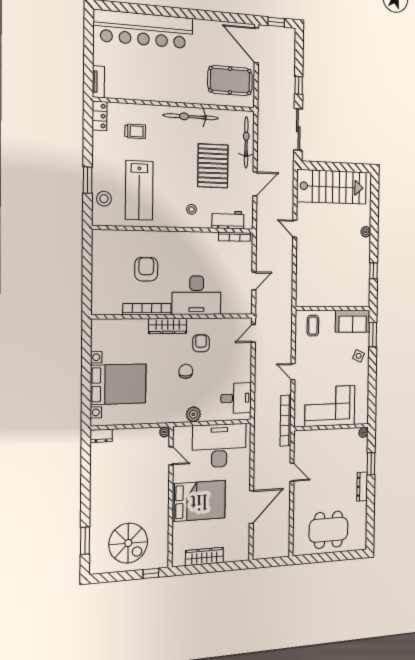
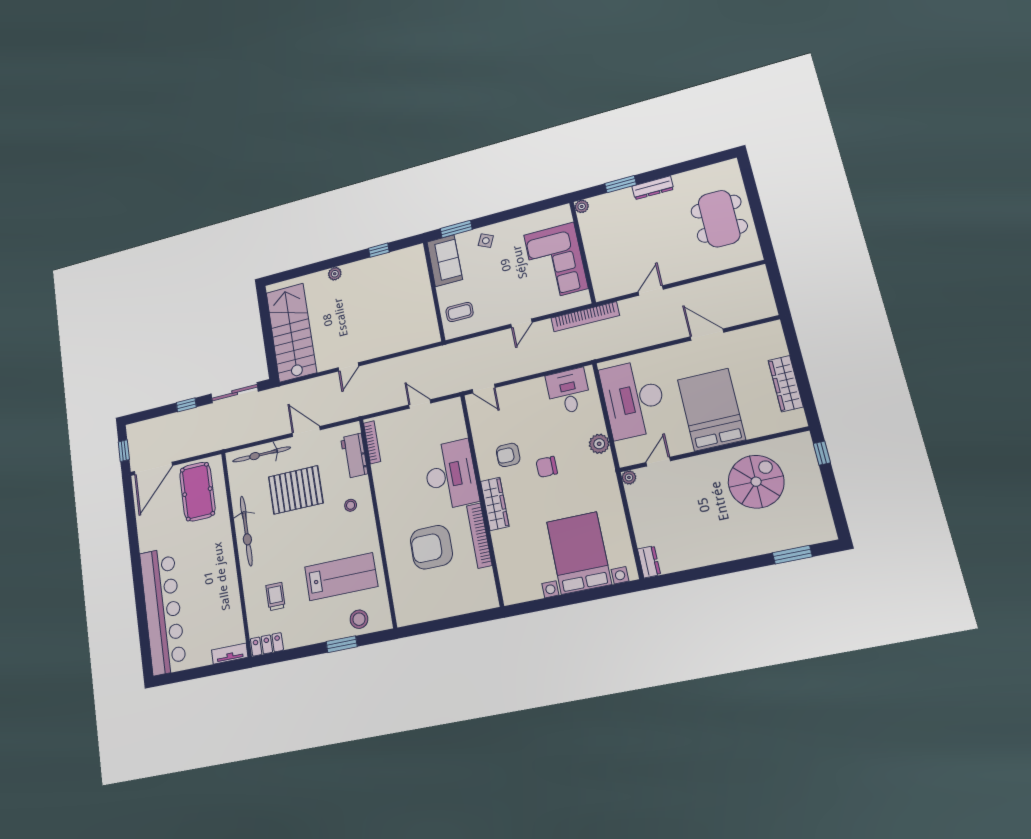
armchair: (146, 269) -> (431, 547), width x1.36, depth x1.36
door: (251, 507) -> (707, 335), width x0.73
spiral stairs: (128, 543) -> (756, 482), moved

